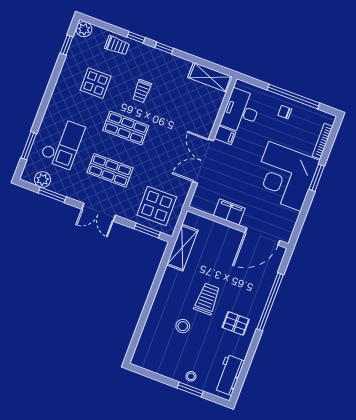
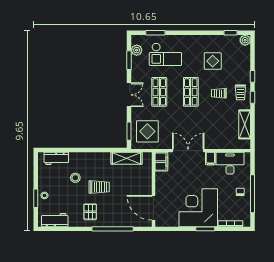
trolley: (117, 46) -> (240, 92), moved
shelving: (210, 77) -> (245, 124), moved
double door: (99, 212) -> (129, 95), swing flipped
filing cabinet: (229, 212) -> (161, 162), moved
workbench: (147, 342) -> (56, 158), added

